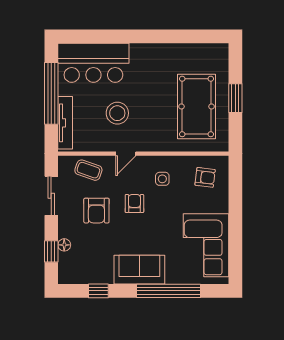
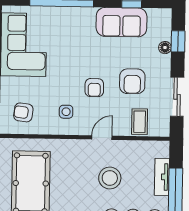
tv unit: (65, 123) -> (162, 177), width x0.71
coffee table: (88, 170) -> (140, 122), turned 71
armchair: (96, 211) -> (132, 81), turned 180
sofa: (139, 270) -> (121, 22), moved

